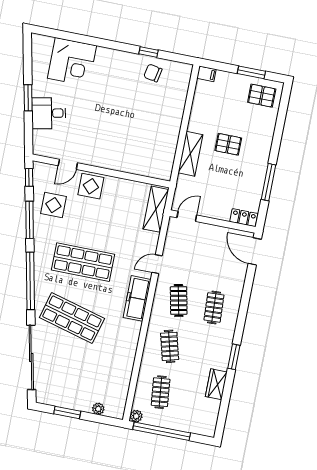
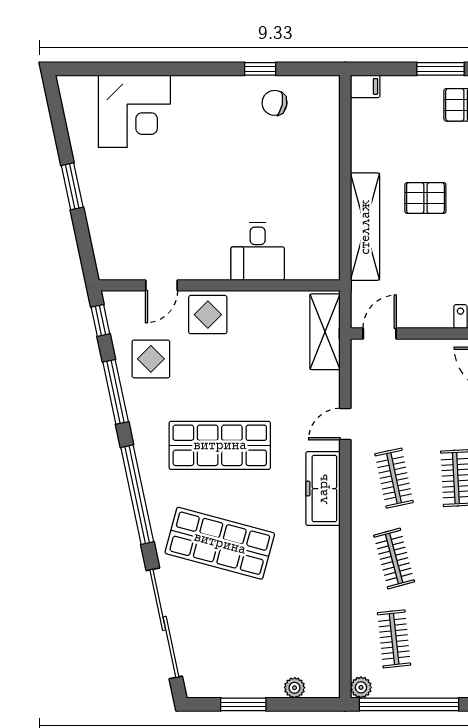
desk: (49, 113) -> (258, 251), moved, turned -78
shelving: (190, 154) -> (365, 227), width x1.47

